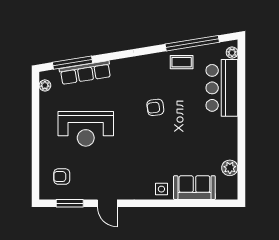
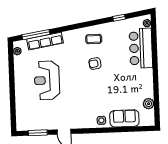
window: (192, 43) -> (119, 18), width x0.32
coffee table: (182, 62) -> (94, 39), moved
reception desk: (86, 129) -> (47, 80), turned 90
armchair: (62, 177) -> (31, 114), removed

